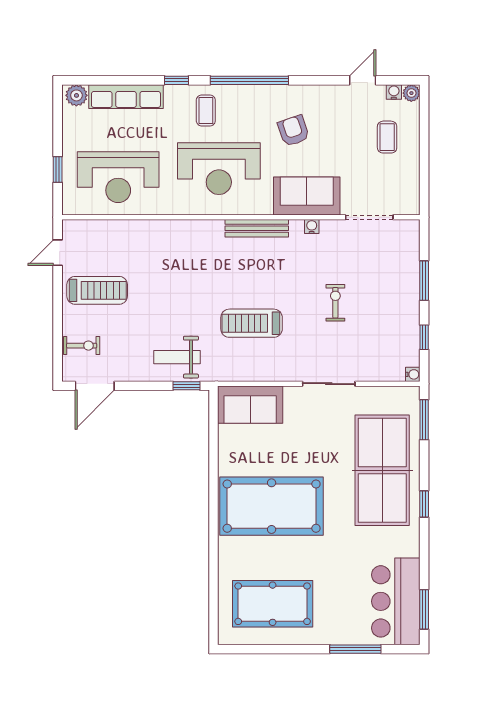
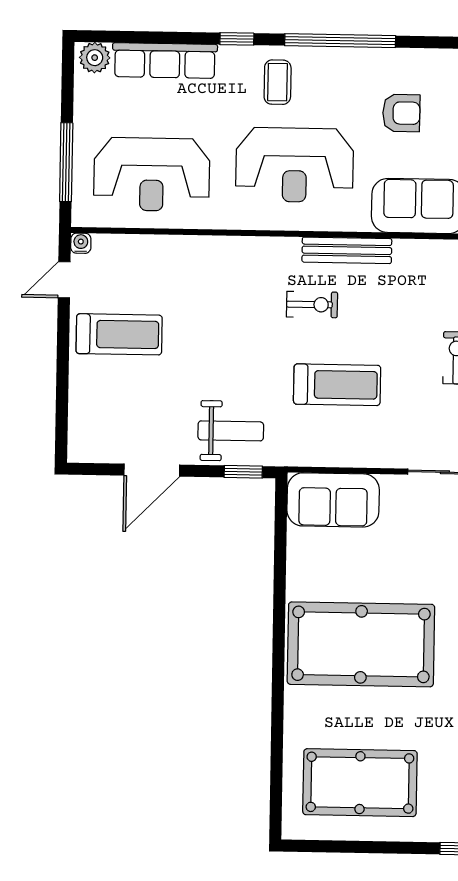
armchair: (293, 131) -> (401, 113), turned 109
window: (58, 170) -> (66, 162), width x2.17
water cooler: (312, 227) -> (81, 243), moved
treadmill: (252, 323) -> (337, 385), turned 180
exercise bike: (82, 346) -> (312, 305), moved
weight bench: (177, 357) -> (231, 431), turned 180
door: (95, 386) -> (152, 470), moved

